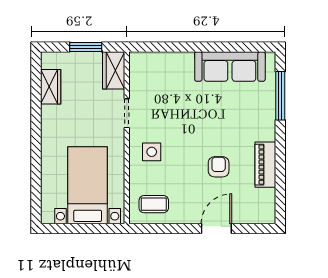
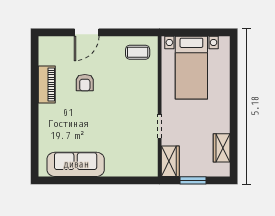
window: (280, 96) -> (35, 141), removed
side table: (152, 152) -> (139, 95), removed

